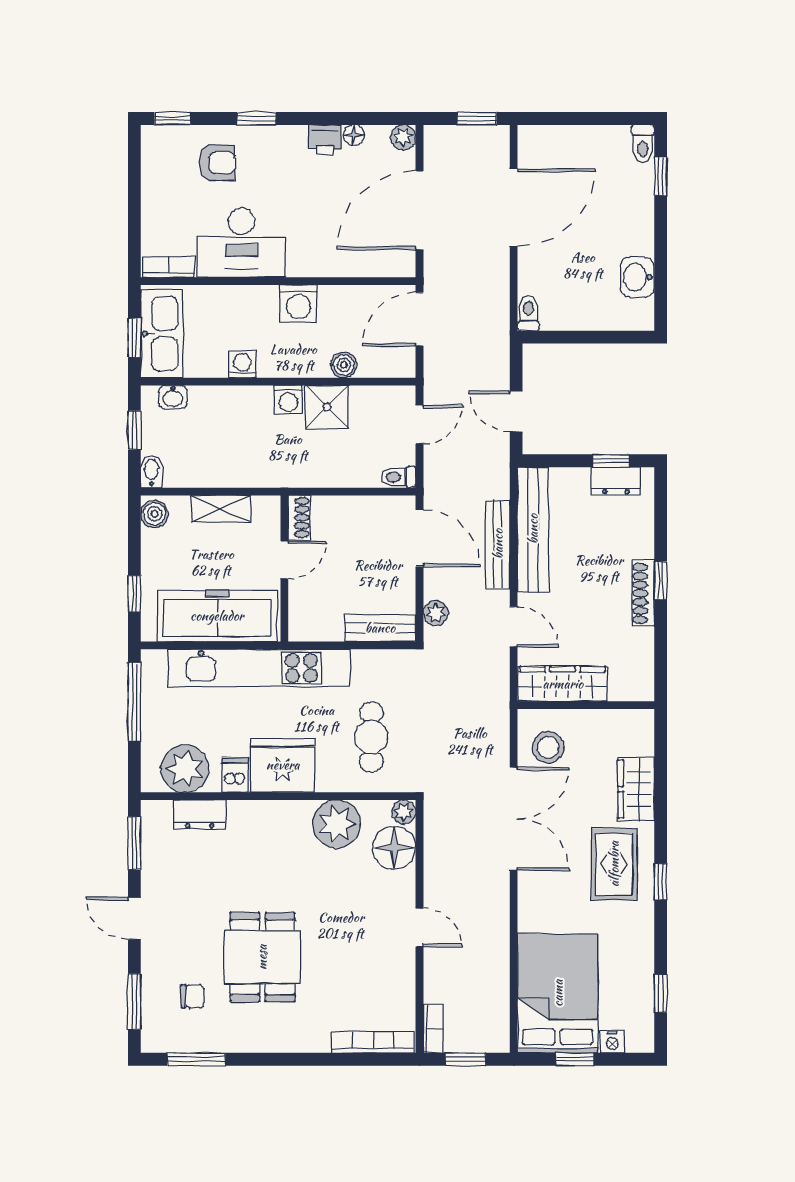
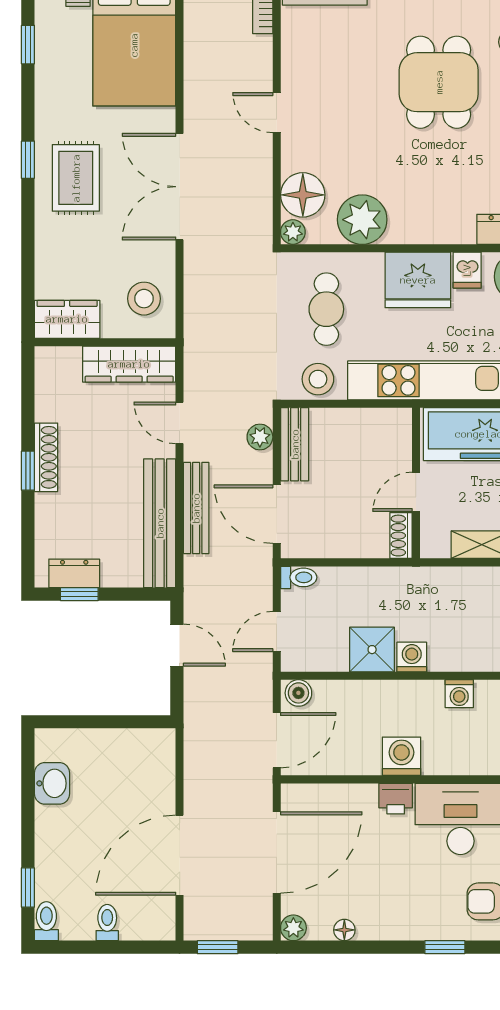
printer: (325, 140) -> (396, 799), moved, turned 180
toilet: (528, 313) -> (107, 923), moved, turned 180
boiler: (344, 365) -> (298, 693), moved
bench: (380, 628) -> (295, 444), moved, turned 90
stool: (379, 669) -> (318, 379), added
wardrobe: (636, 789) -> (67, 319), moved, turned -90
double door: (514, 819) -> (180, 187), moved

